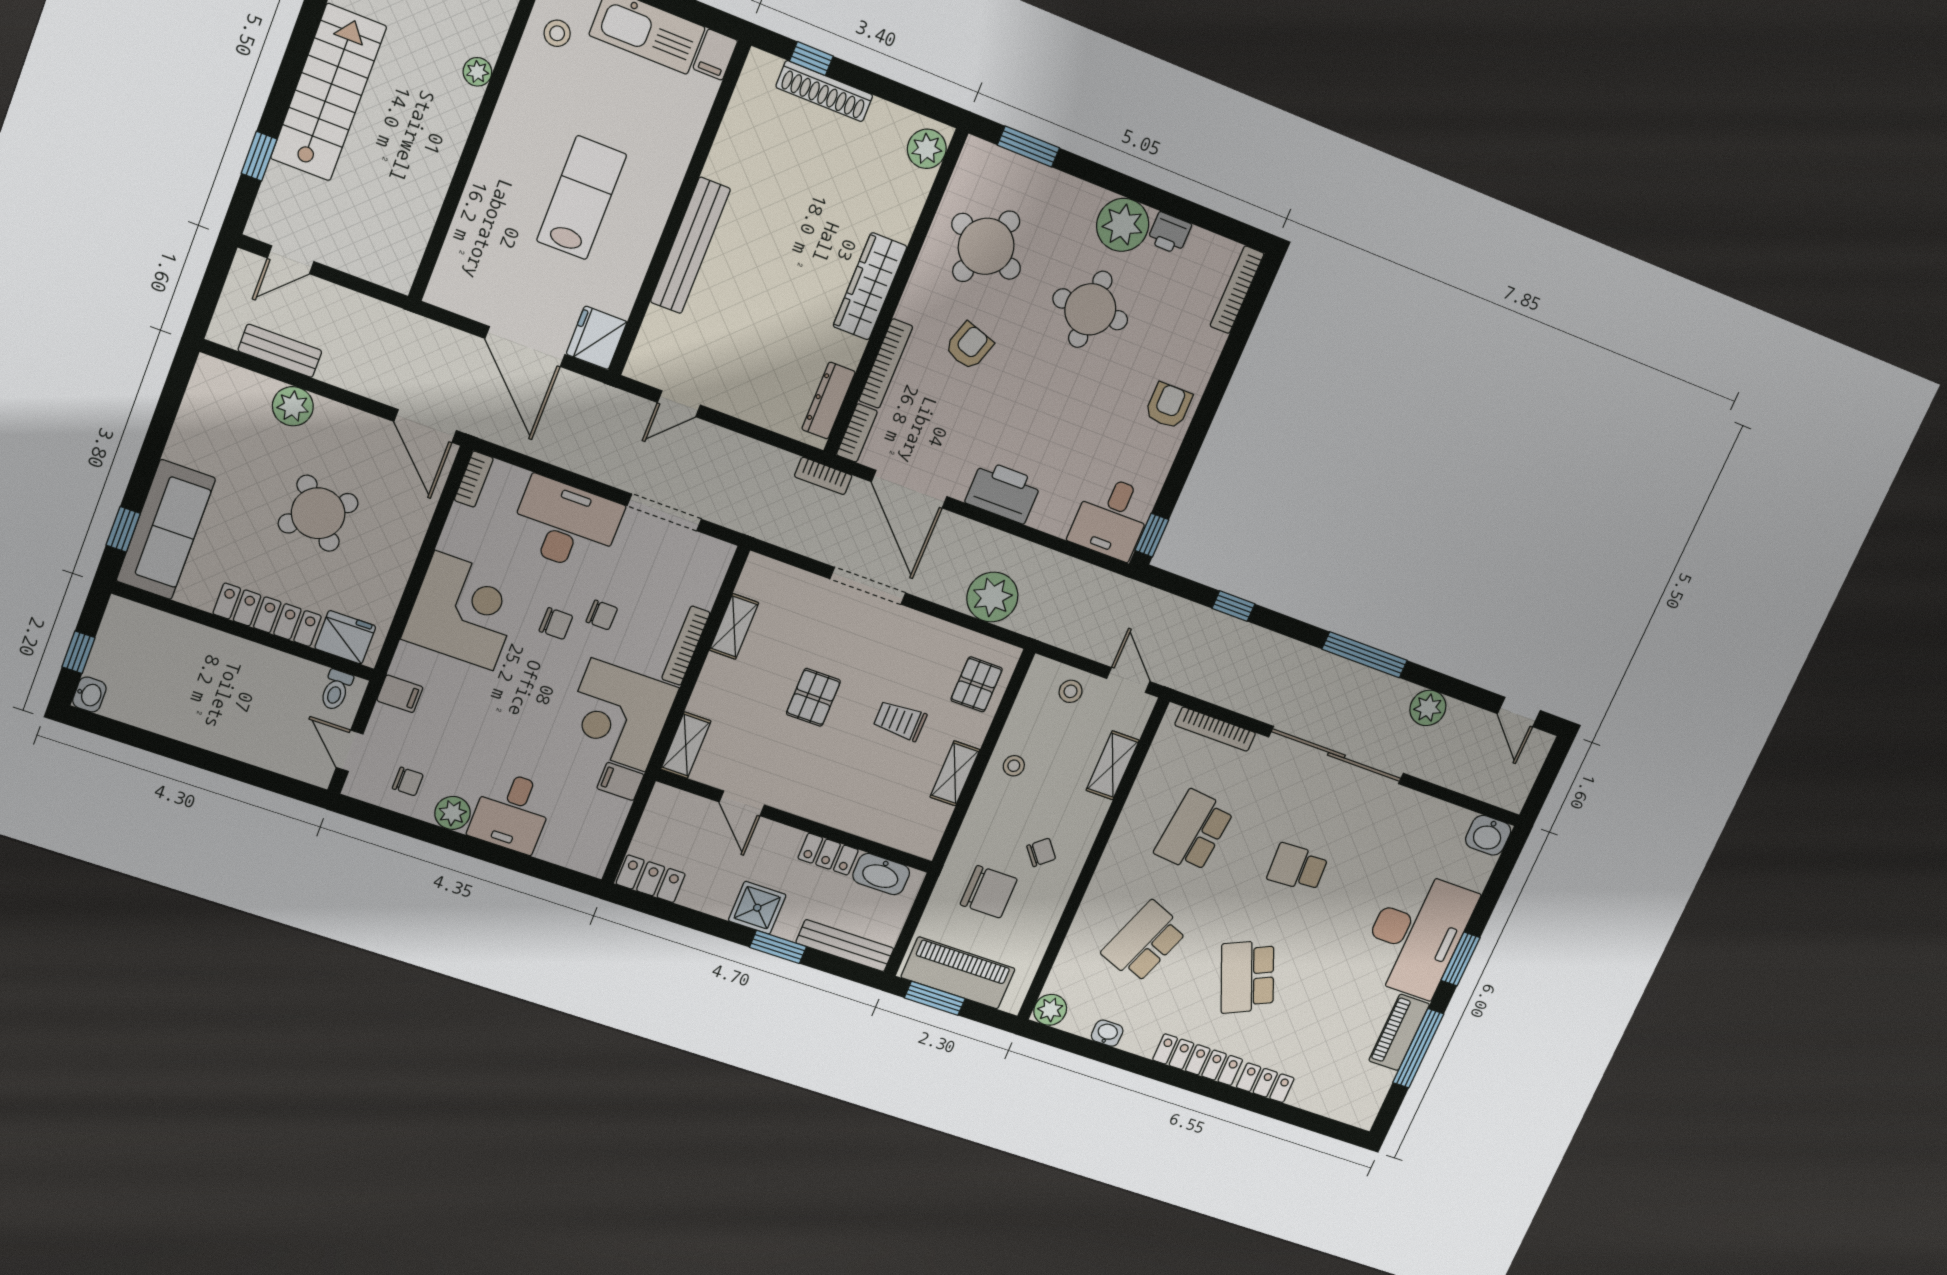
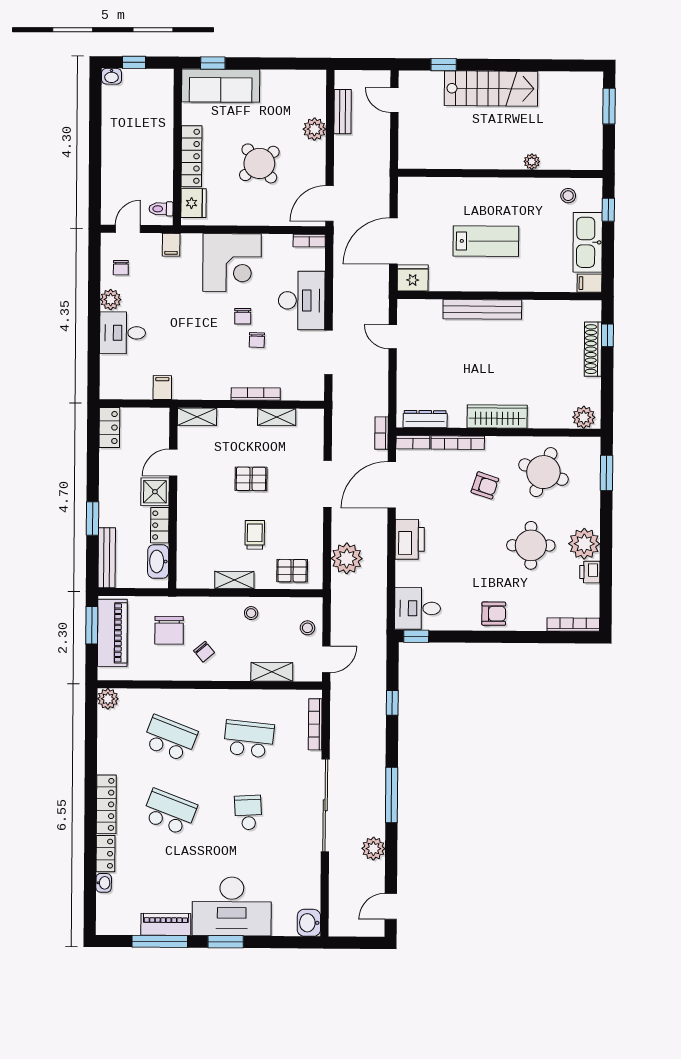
corner desk: (618, 715) -> (201, 372), removed
shower: (757, 908) -> (155, 492), moved
school desk: (1247, 977) -> (169, 812), turned 45
washbasin: (1107, 1033) -> (104, 883), moved

